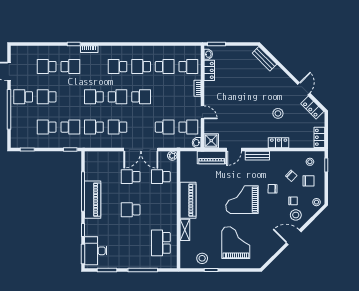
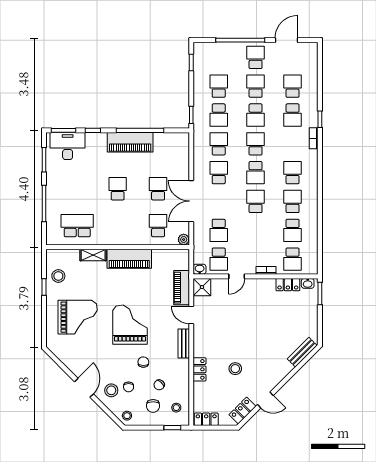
school desk: (70, 97) -> (256, 115), added
school desk: (141, 97) -> (256, 201), turned 180

